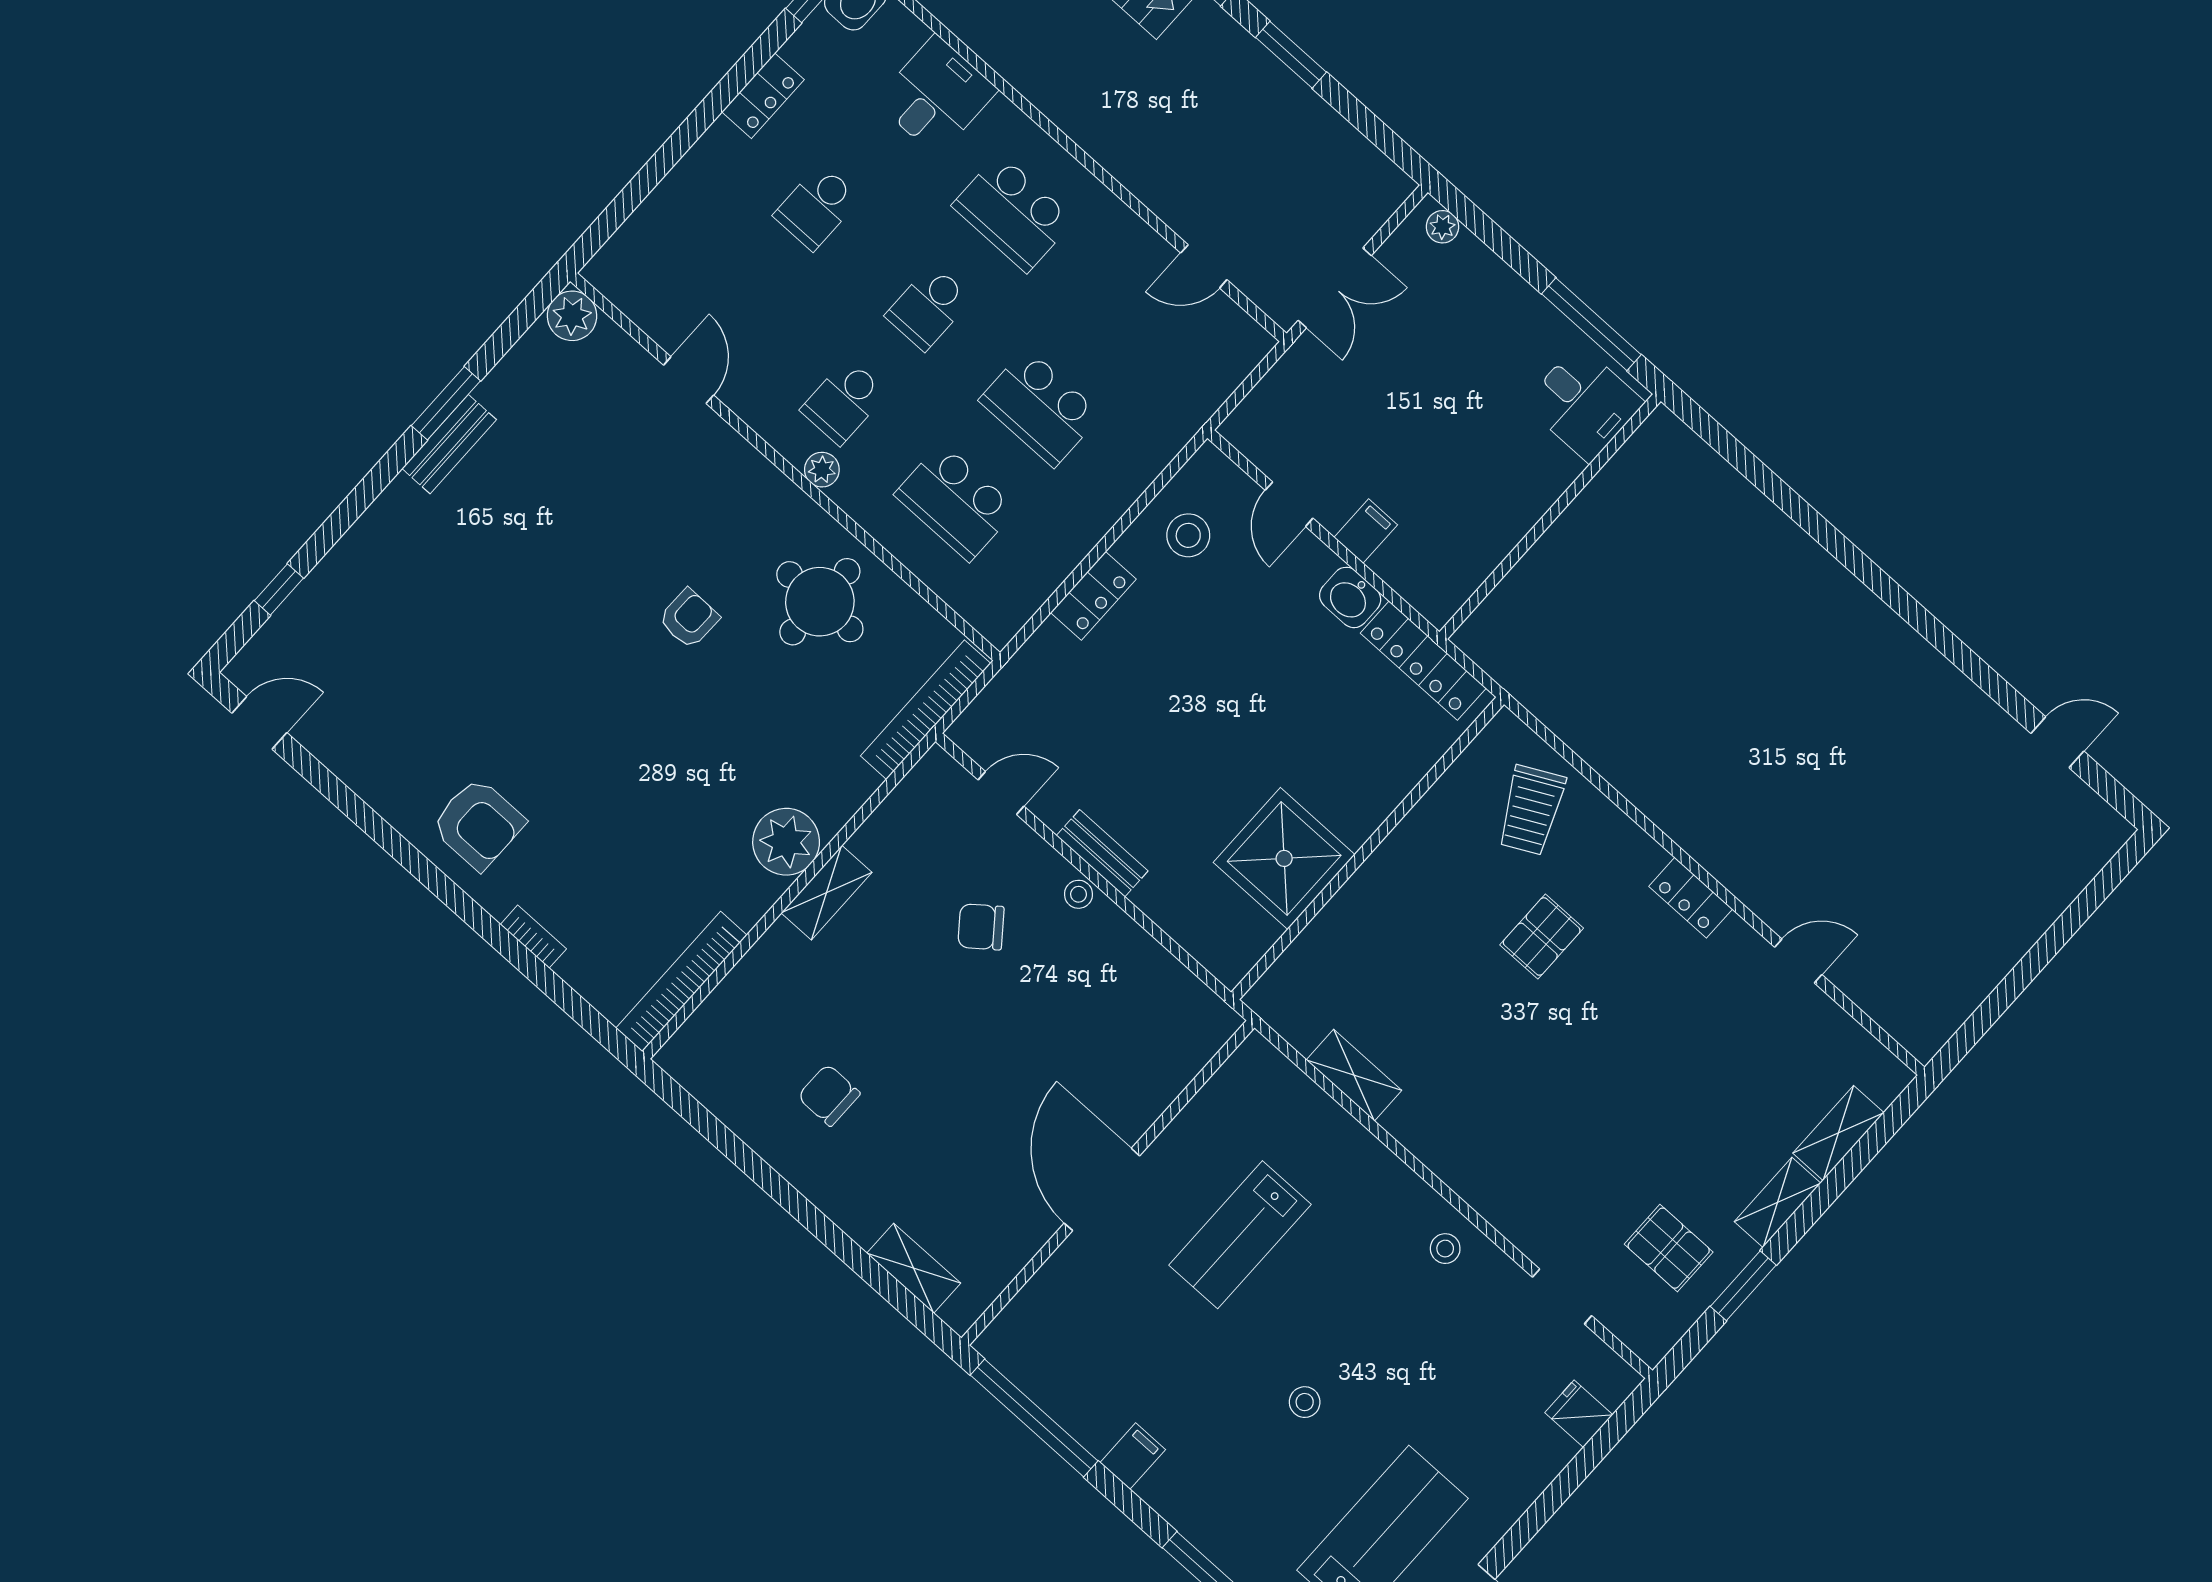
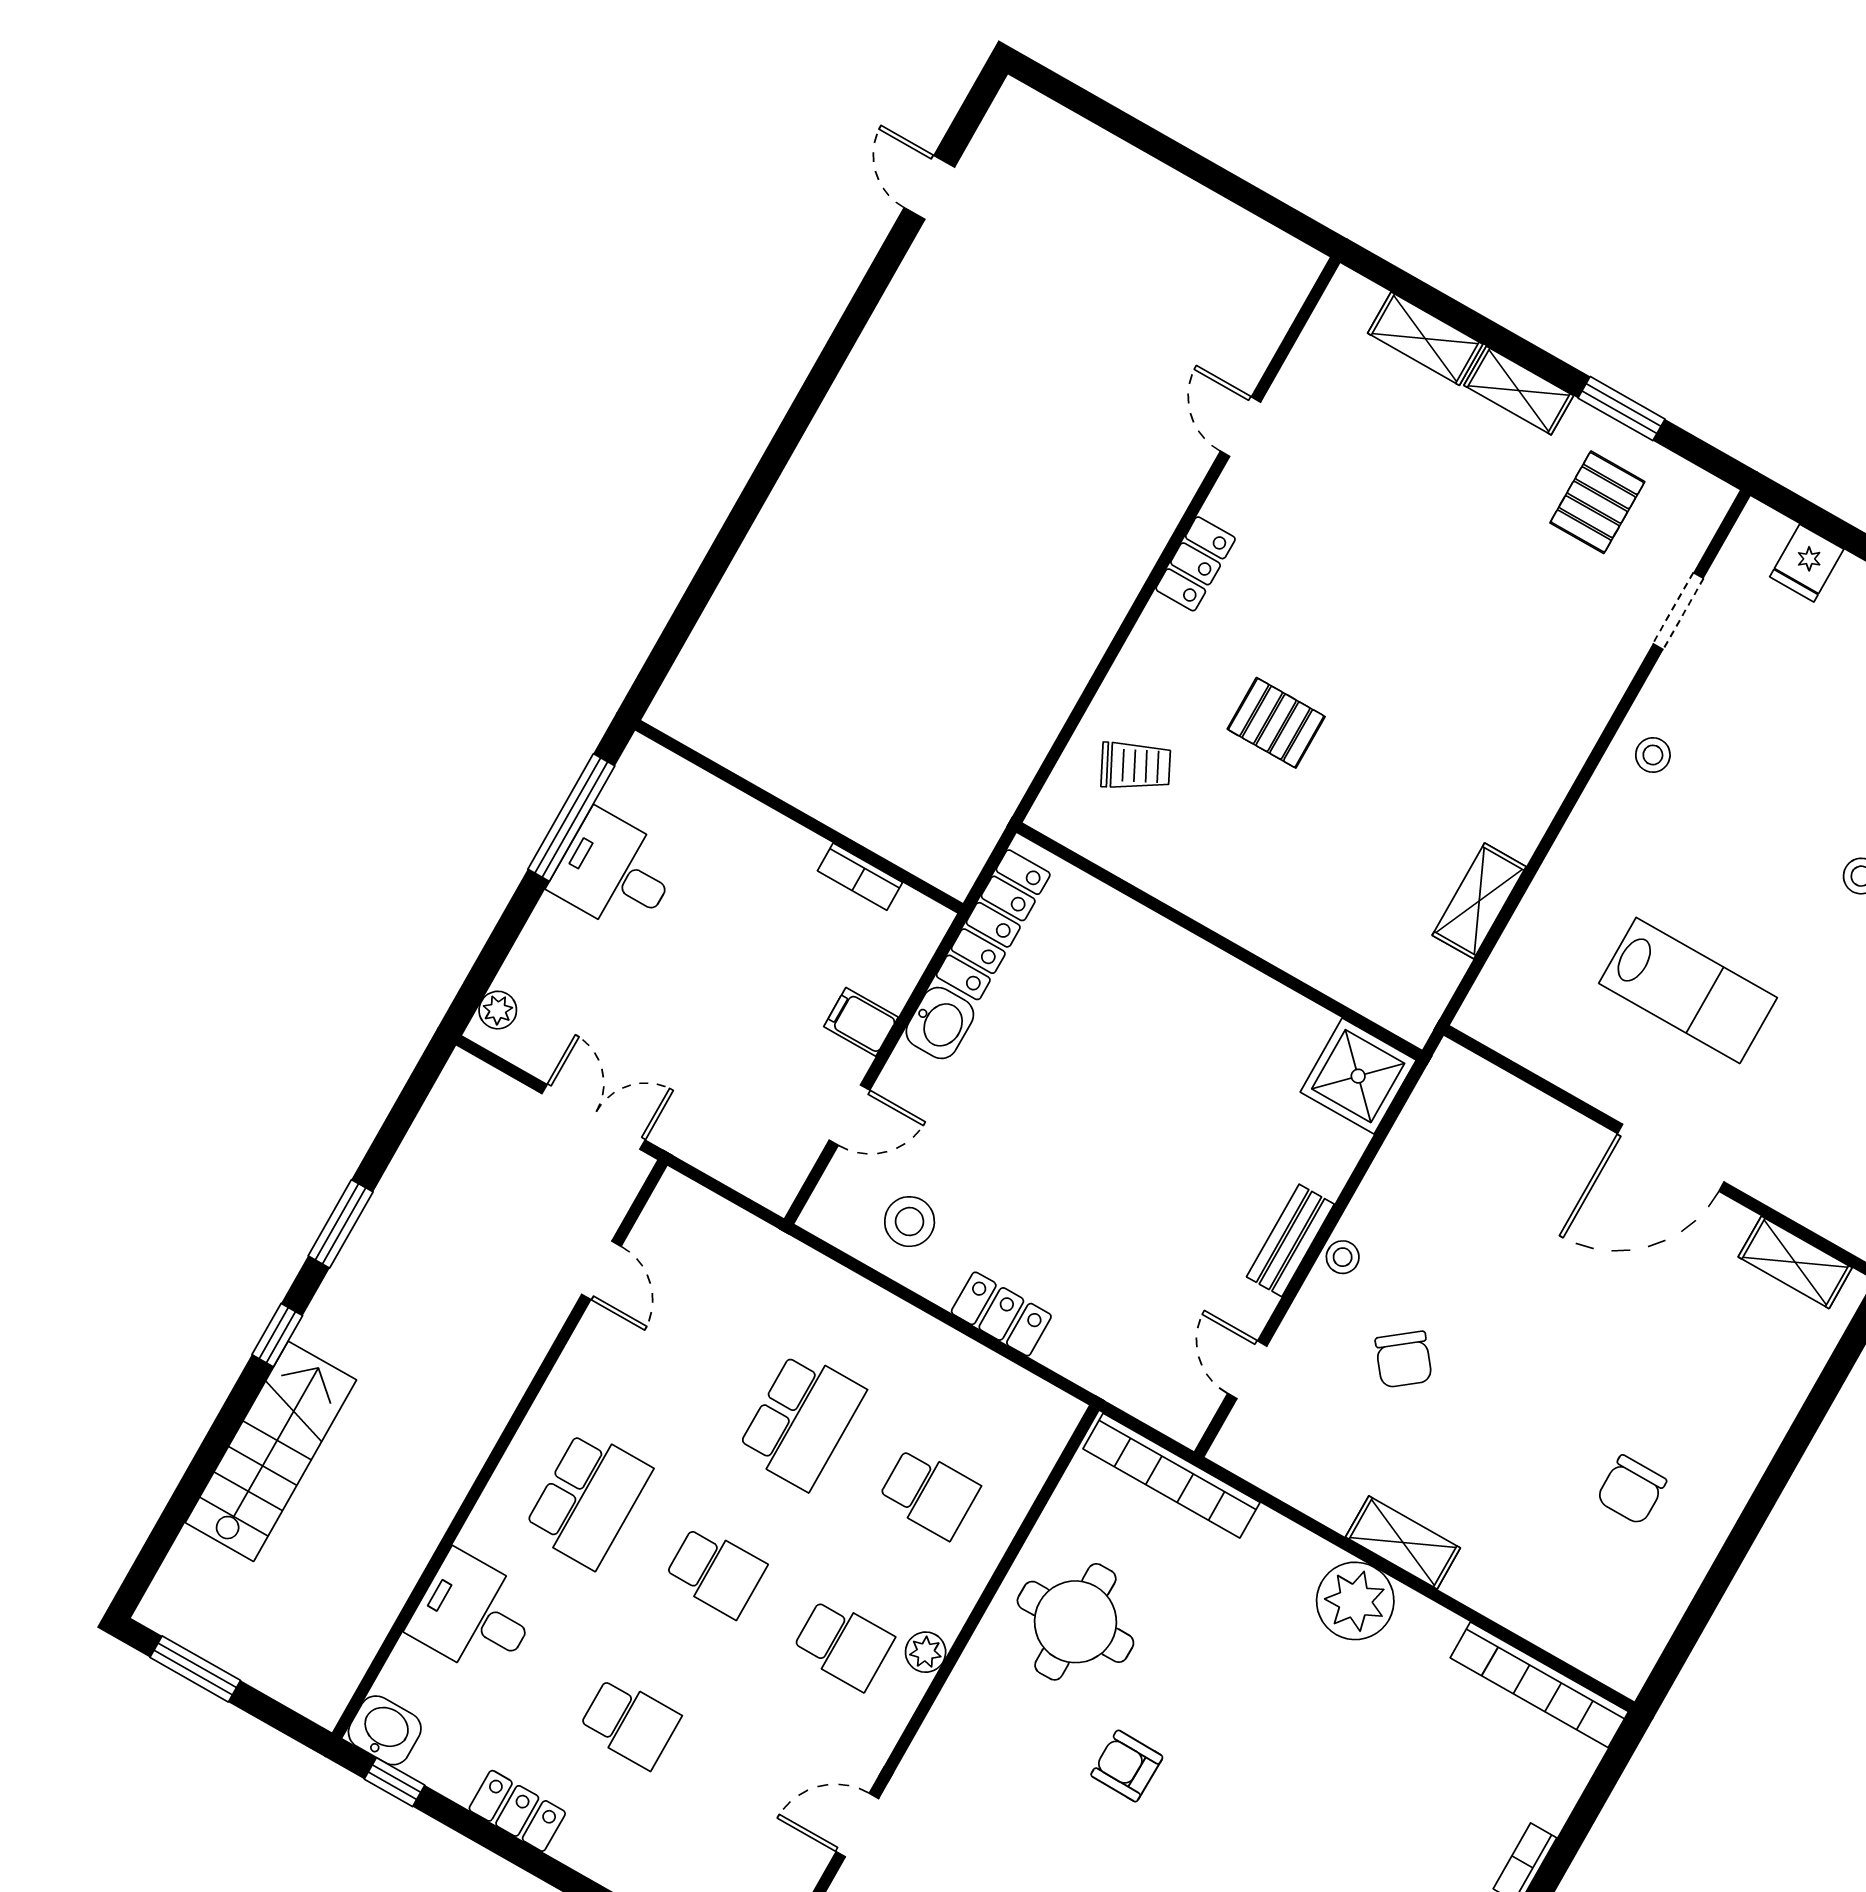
desk: (1584, 403) -> (615, 873), moved, turned -90
school desk: (955, 502) -> (929, 1493), width x0.54
bookcase: (1488, 557) -> (860, 877), added
trolley: (1531, 810) -> (1136, 766), width x0.73, depth x0.72
shower: (1284, 858) -> (1358, 1076), moved, width x0.73, depth x0.73
shelving: (914, 1268) -> (1795, 1262), moved, turned 90

